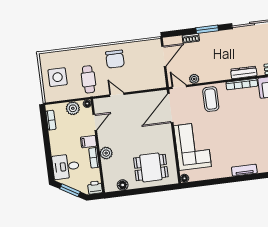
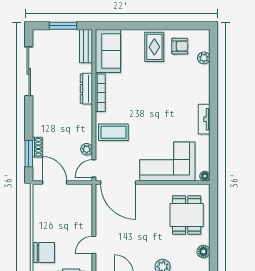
window: (207, 29) -> (29, 154), moved
chair: (115, 59) -> (44, 252), moved
tv unit: (244, 170) -> (204, 119), moved

